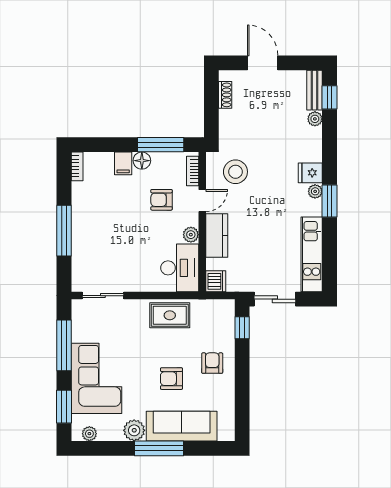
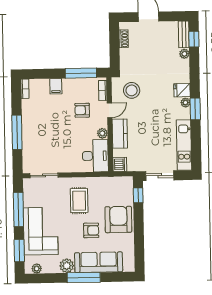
floor lamp: (142, 161) -> (68, 84), removed
rug: (170, 315) -> (79, 201), moved, turned 90
armchair: (212, 363) -> (118, 219), width x1.88, depth x1.88
armchair: (171, 379) -> (91, 230), turned 180

